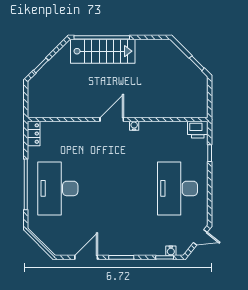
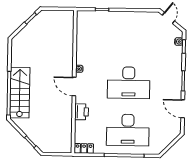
printer: (198, 130) -> (82, 112), moved
desk: (178, 188) -> (129, 83), moved

